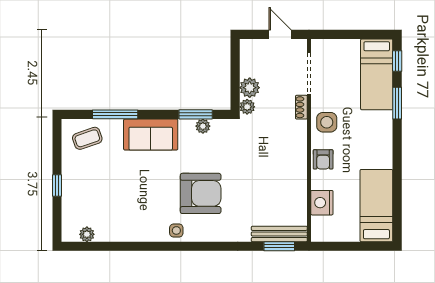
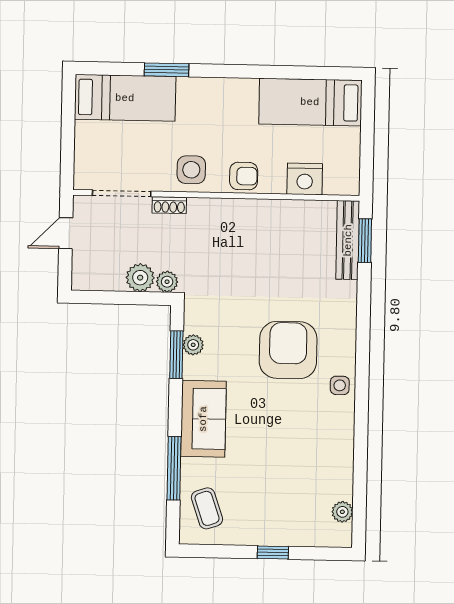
window: (397, 61) -> (107, 69), removed

